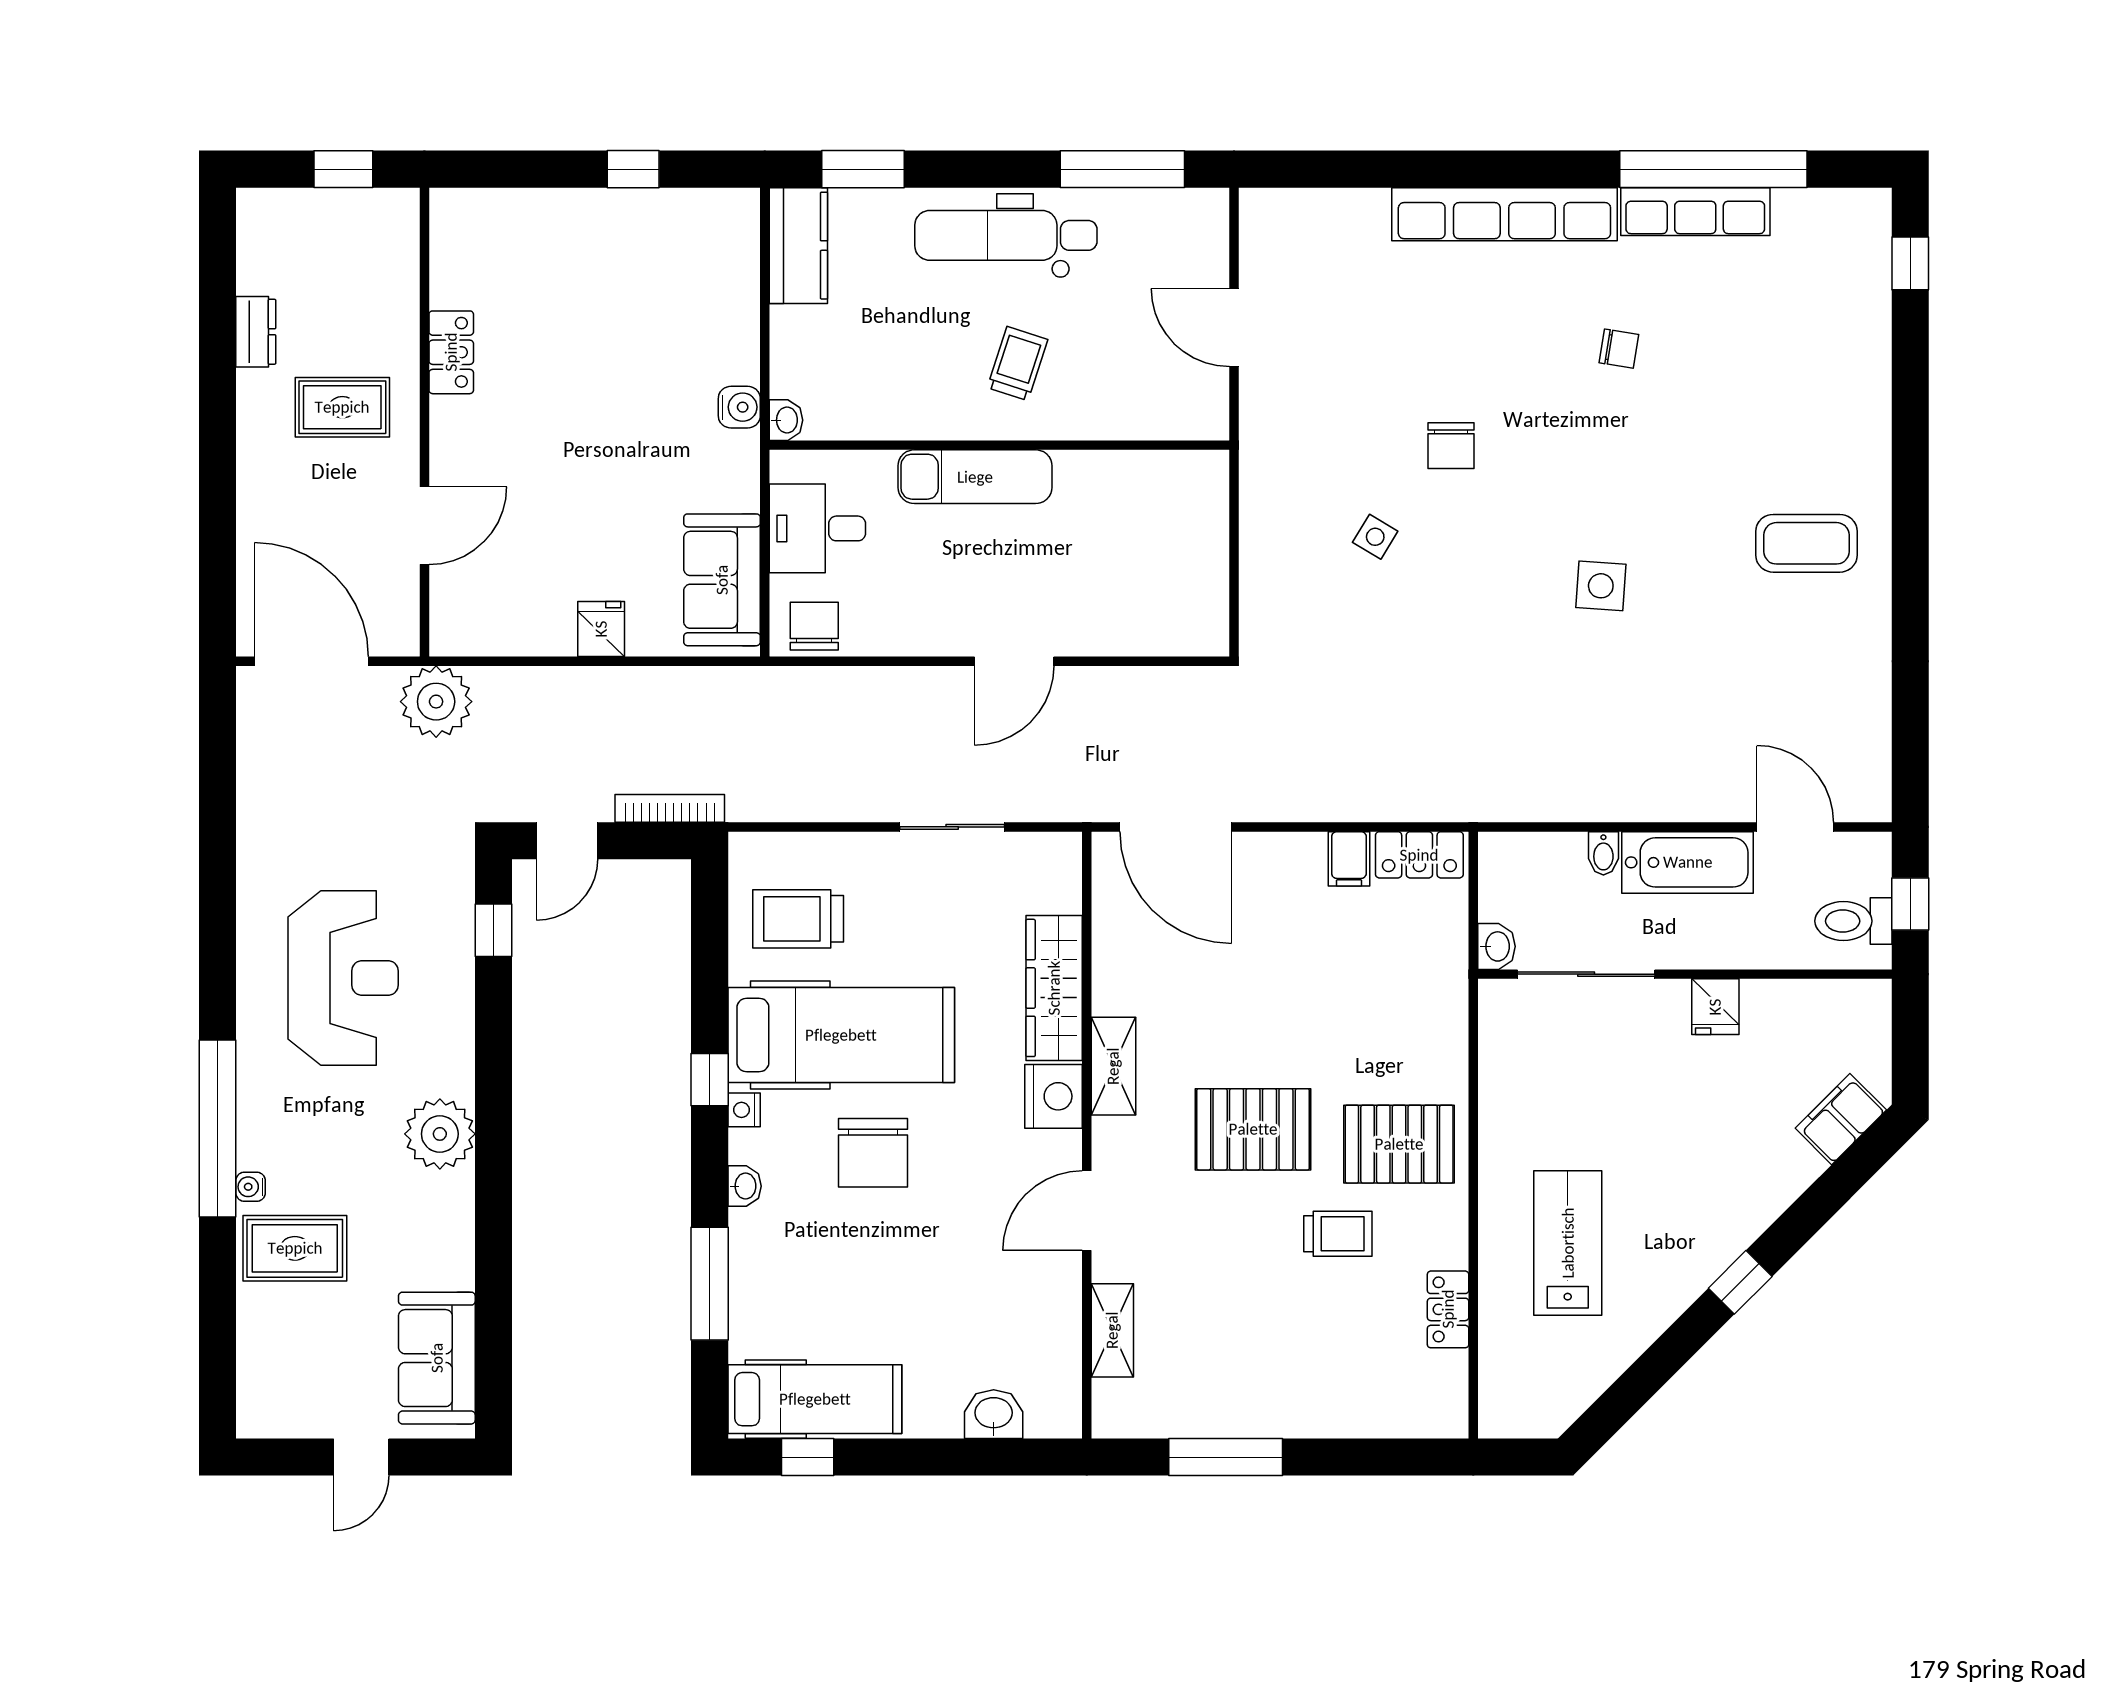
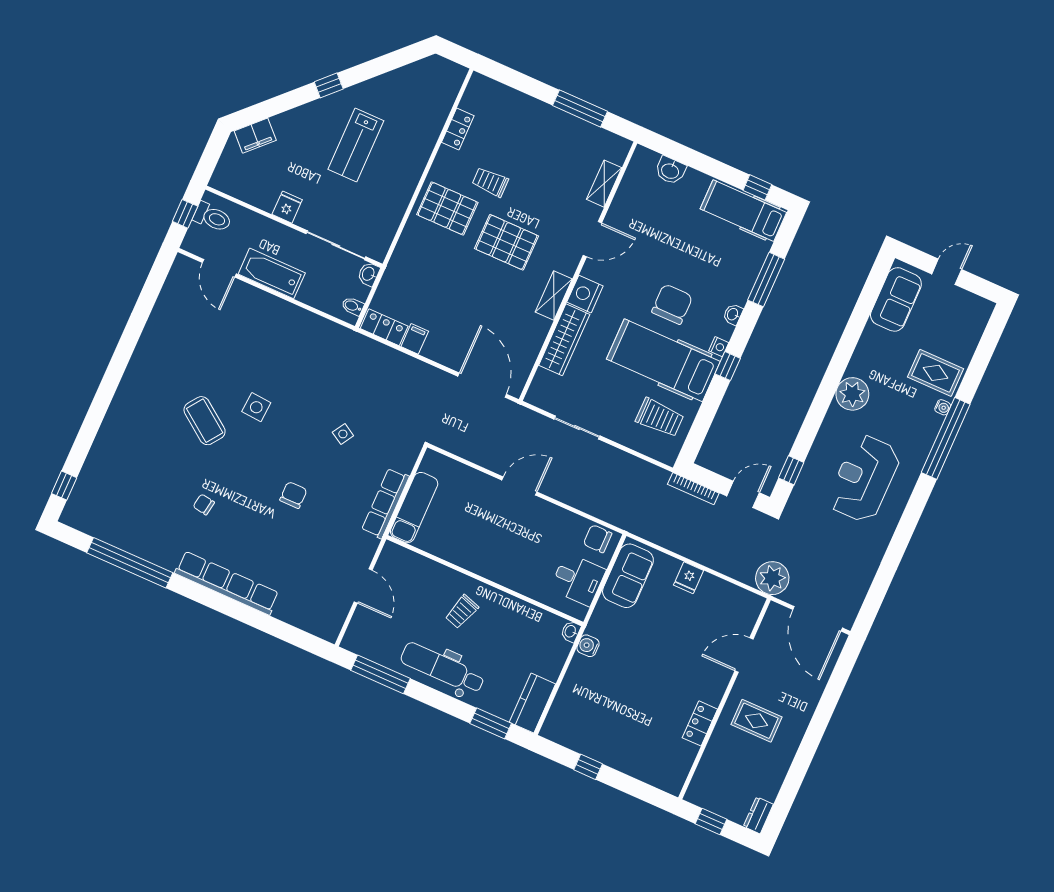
row of seats: (1695, 212) -> (385, 503), moved, turned -90
dental chair: (1006, 235) -> (442, 668), turned 180
dresser: (256, 332) -> (758, 815), moved
exam couch: (975, 477) -> (414, 508), moved, turned 90
side table: (1375, 537) -> (343, 434), moved
coffee table: (1806, 543) -> (205, 421), moved, turned 36
chair: (814, 626) -> (598, 539), turned 90
bidet: (1603, 853) -> (353, 306), moved, turned -90
lab bench: (1568, 1243) -> (356, 145), moved

